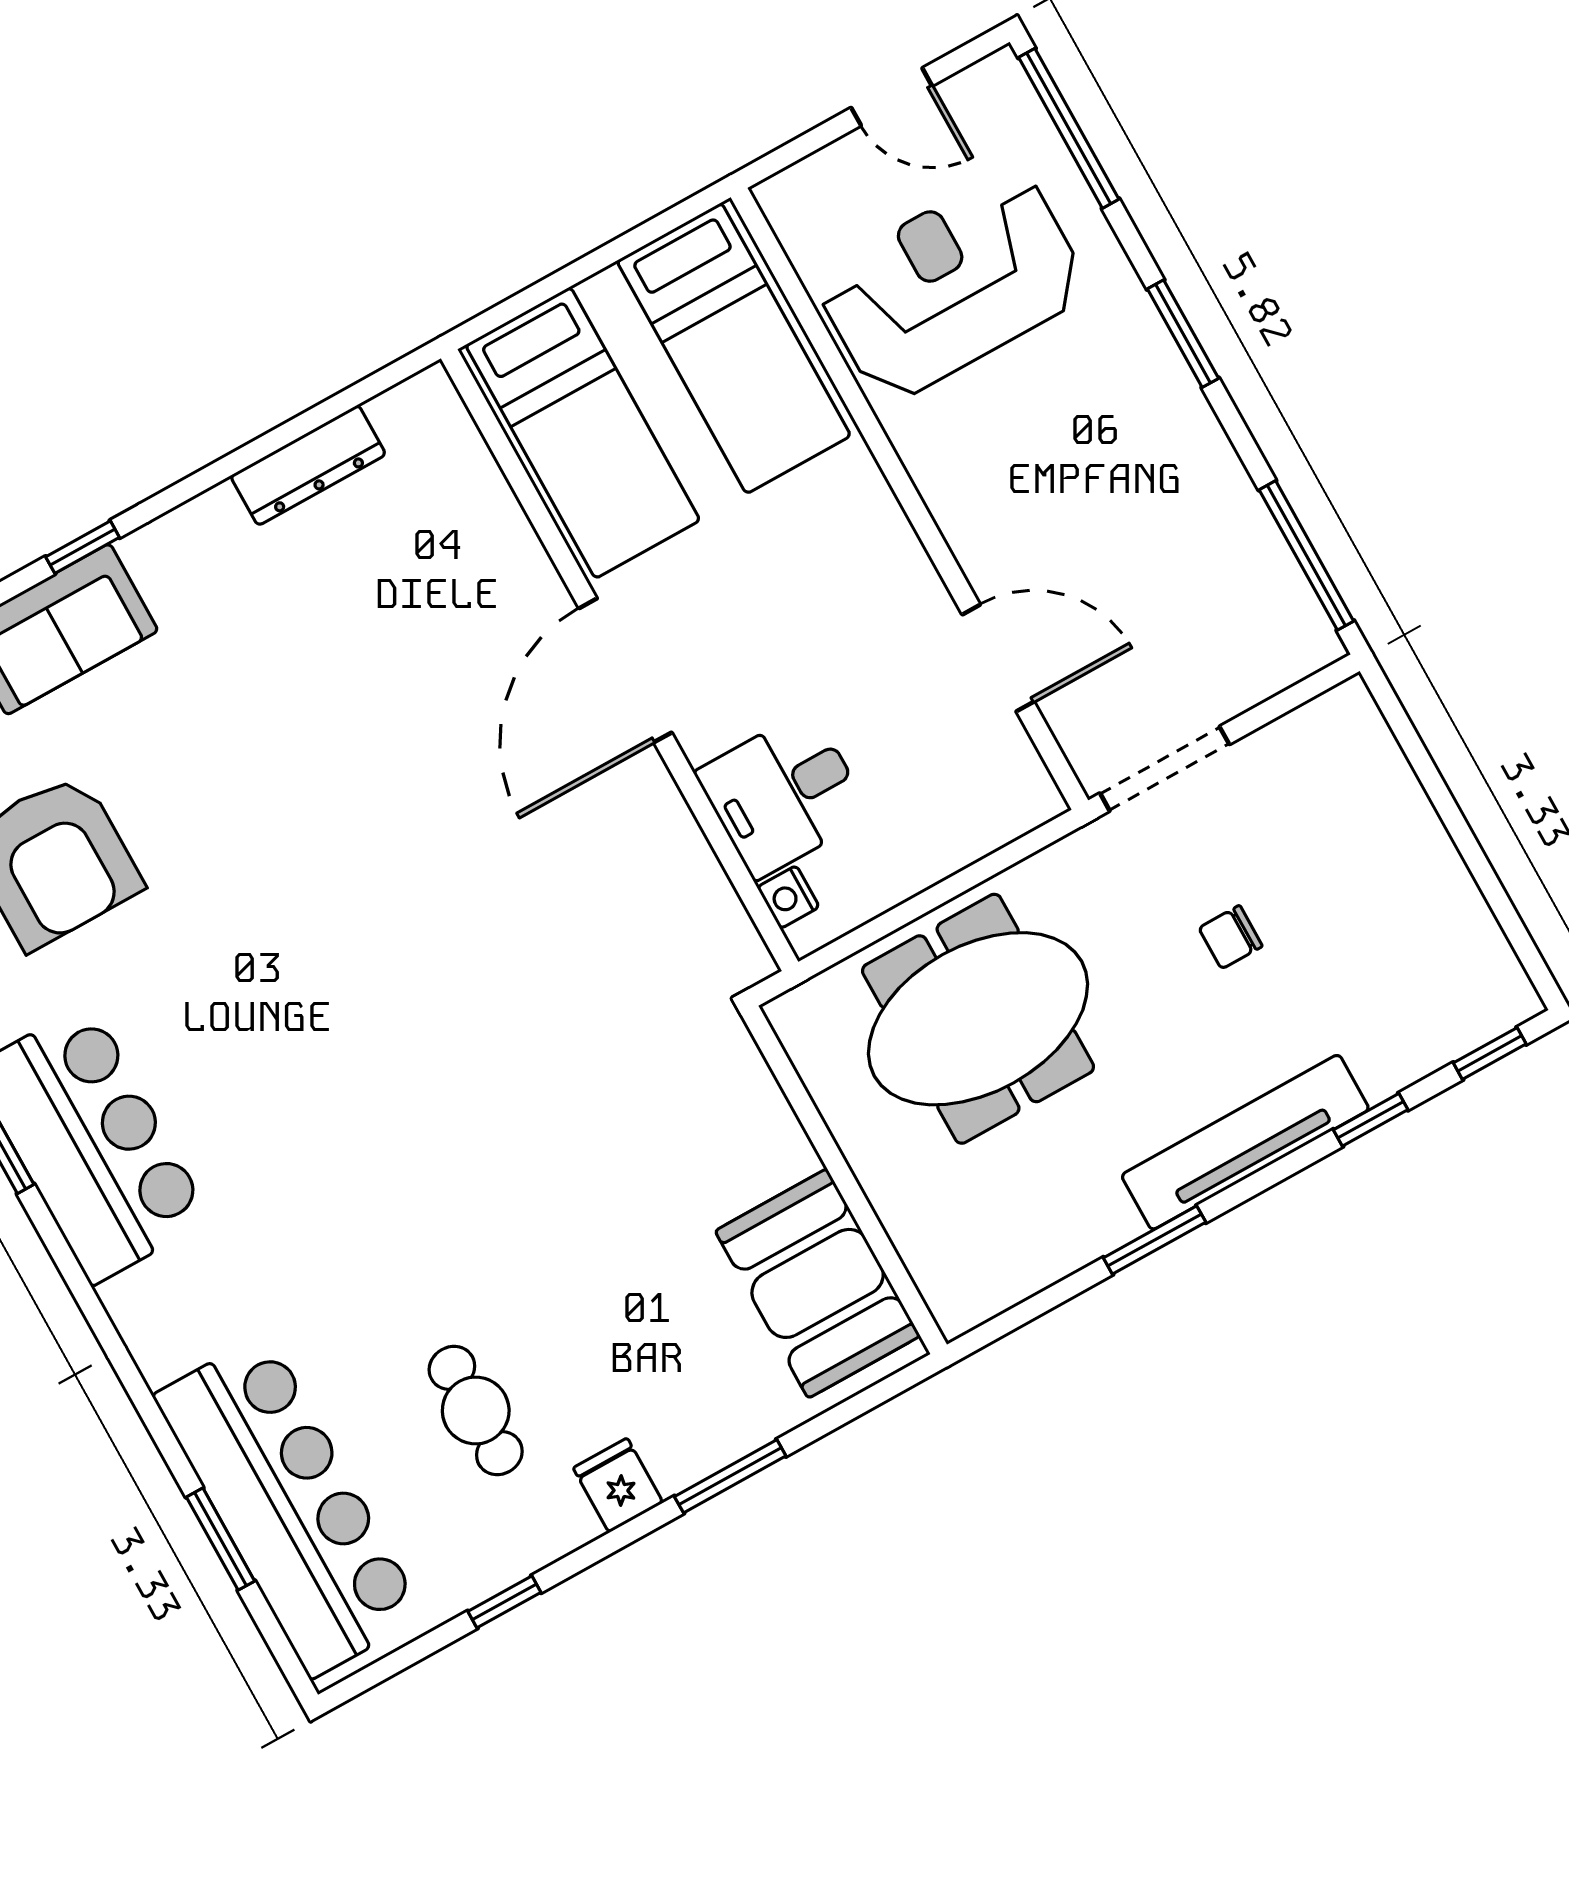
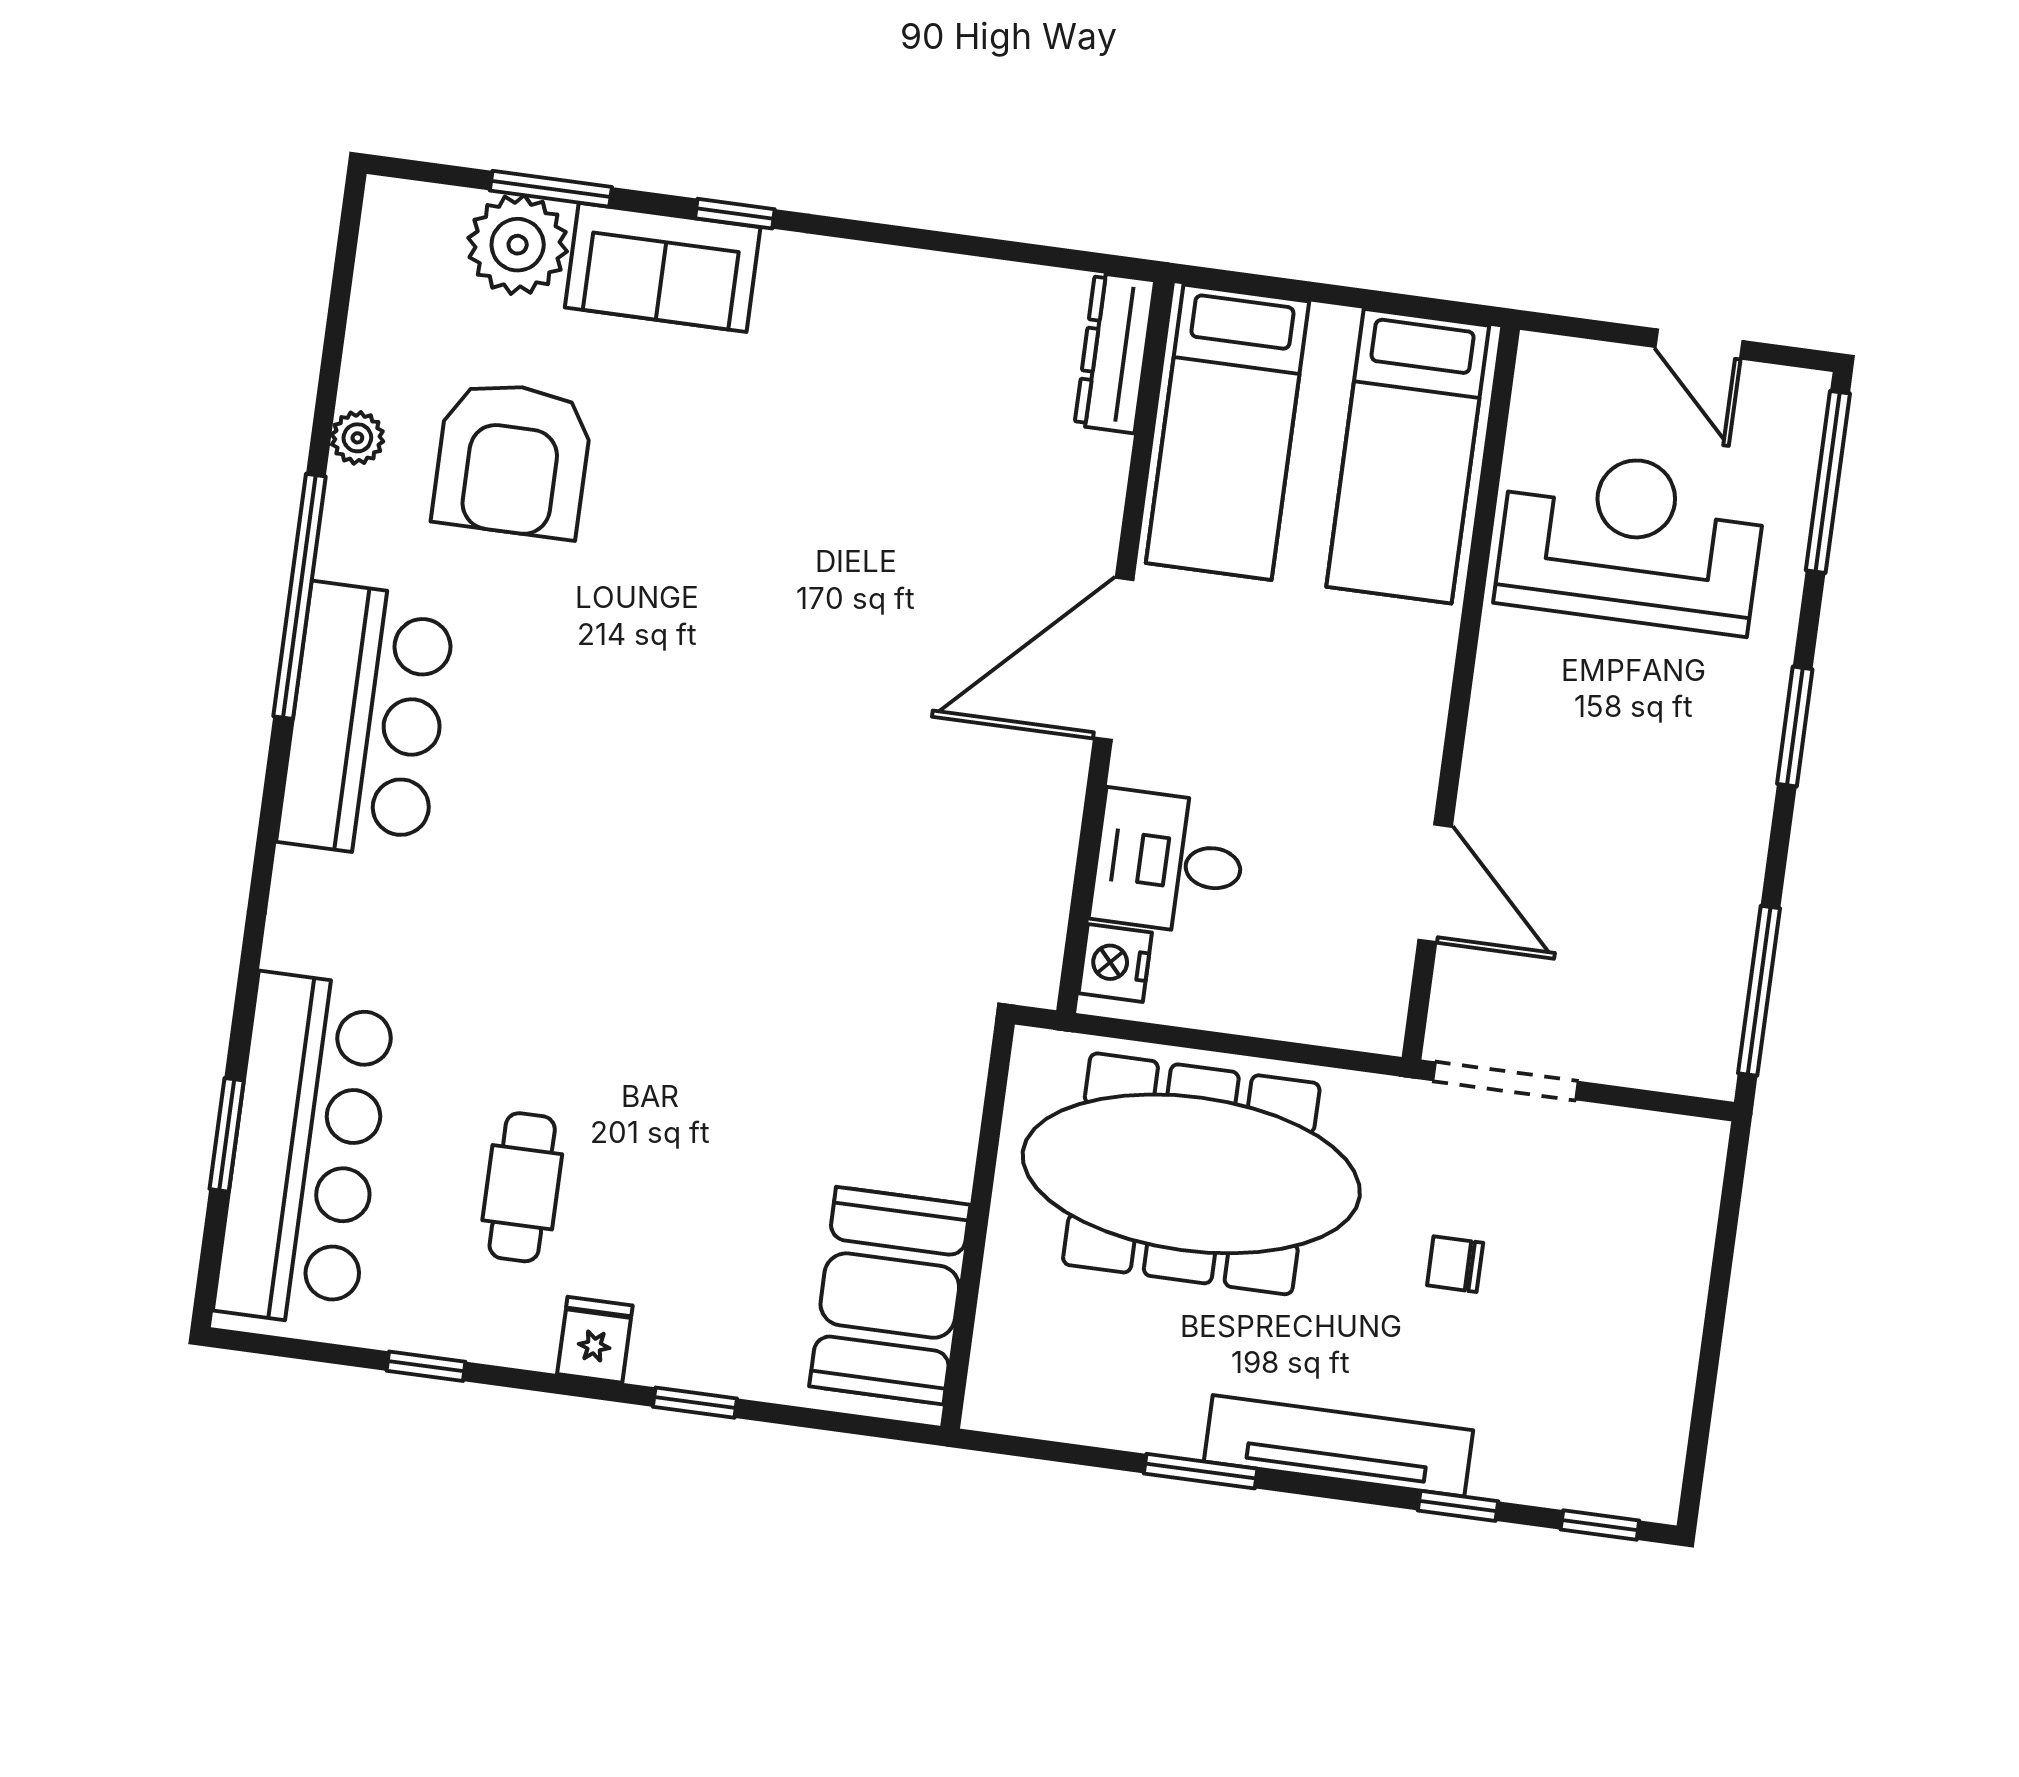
dresser: (308, 465) -> (1115, 353), moved, turned 90
nightstand: (788, 897) -> (1115, 963), width x1.39, depth x1.35
meeting table: (978, 1019) -> (1191, 1174), width x1.36
window: (730, 1476) -> (695, 1403), width x0.67

